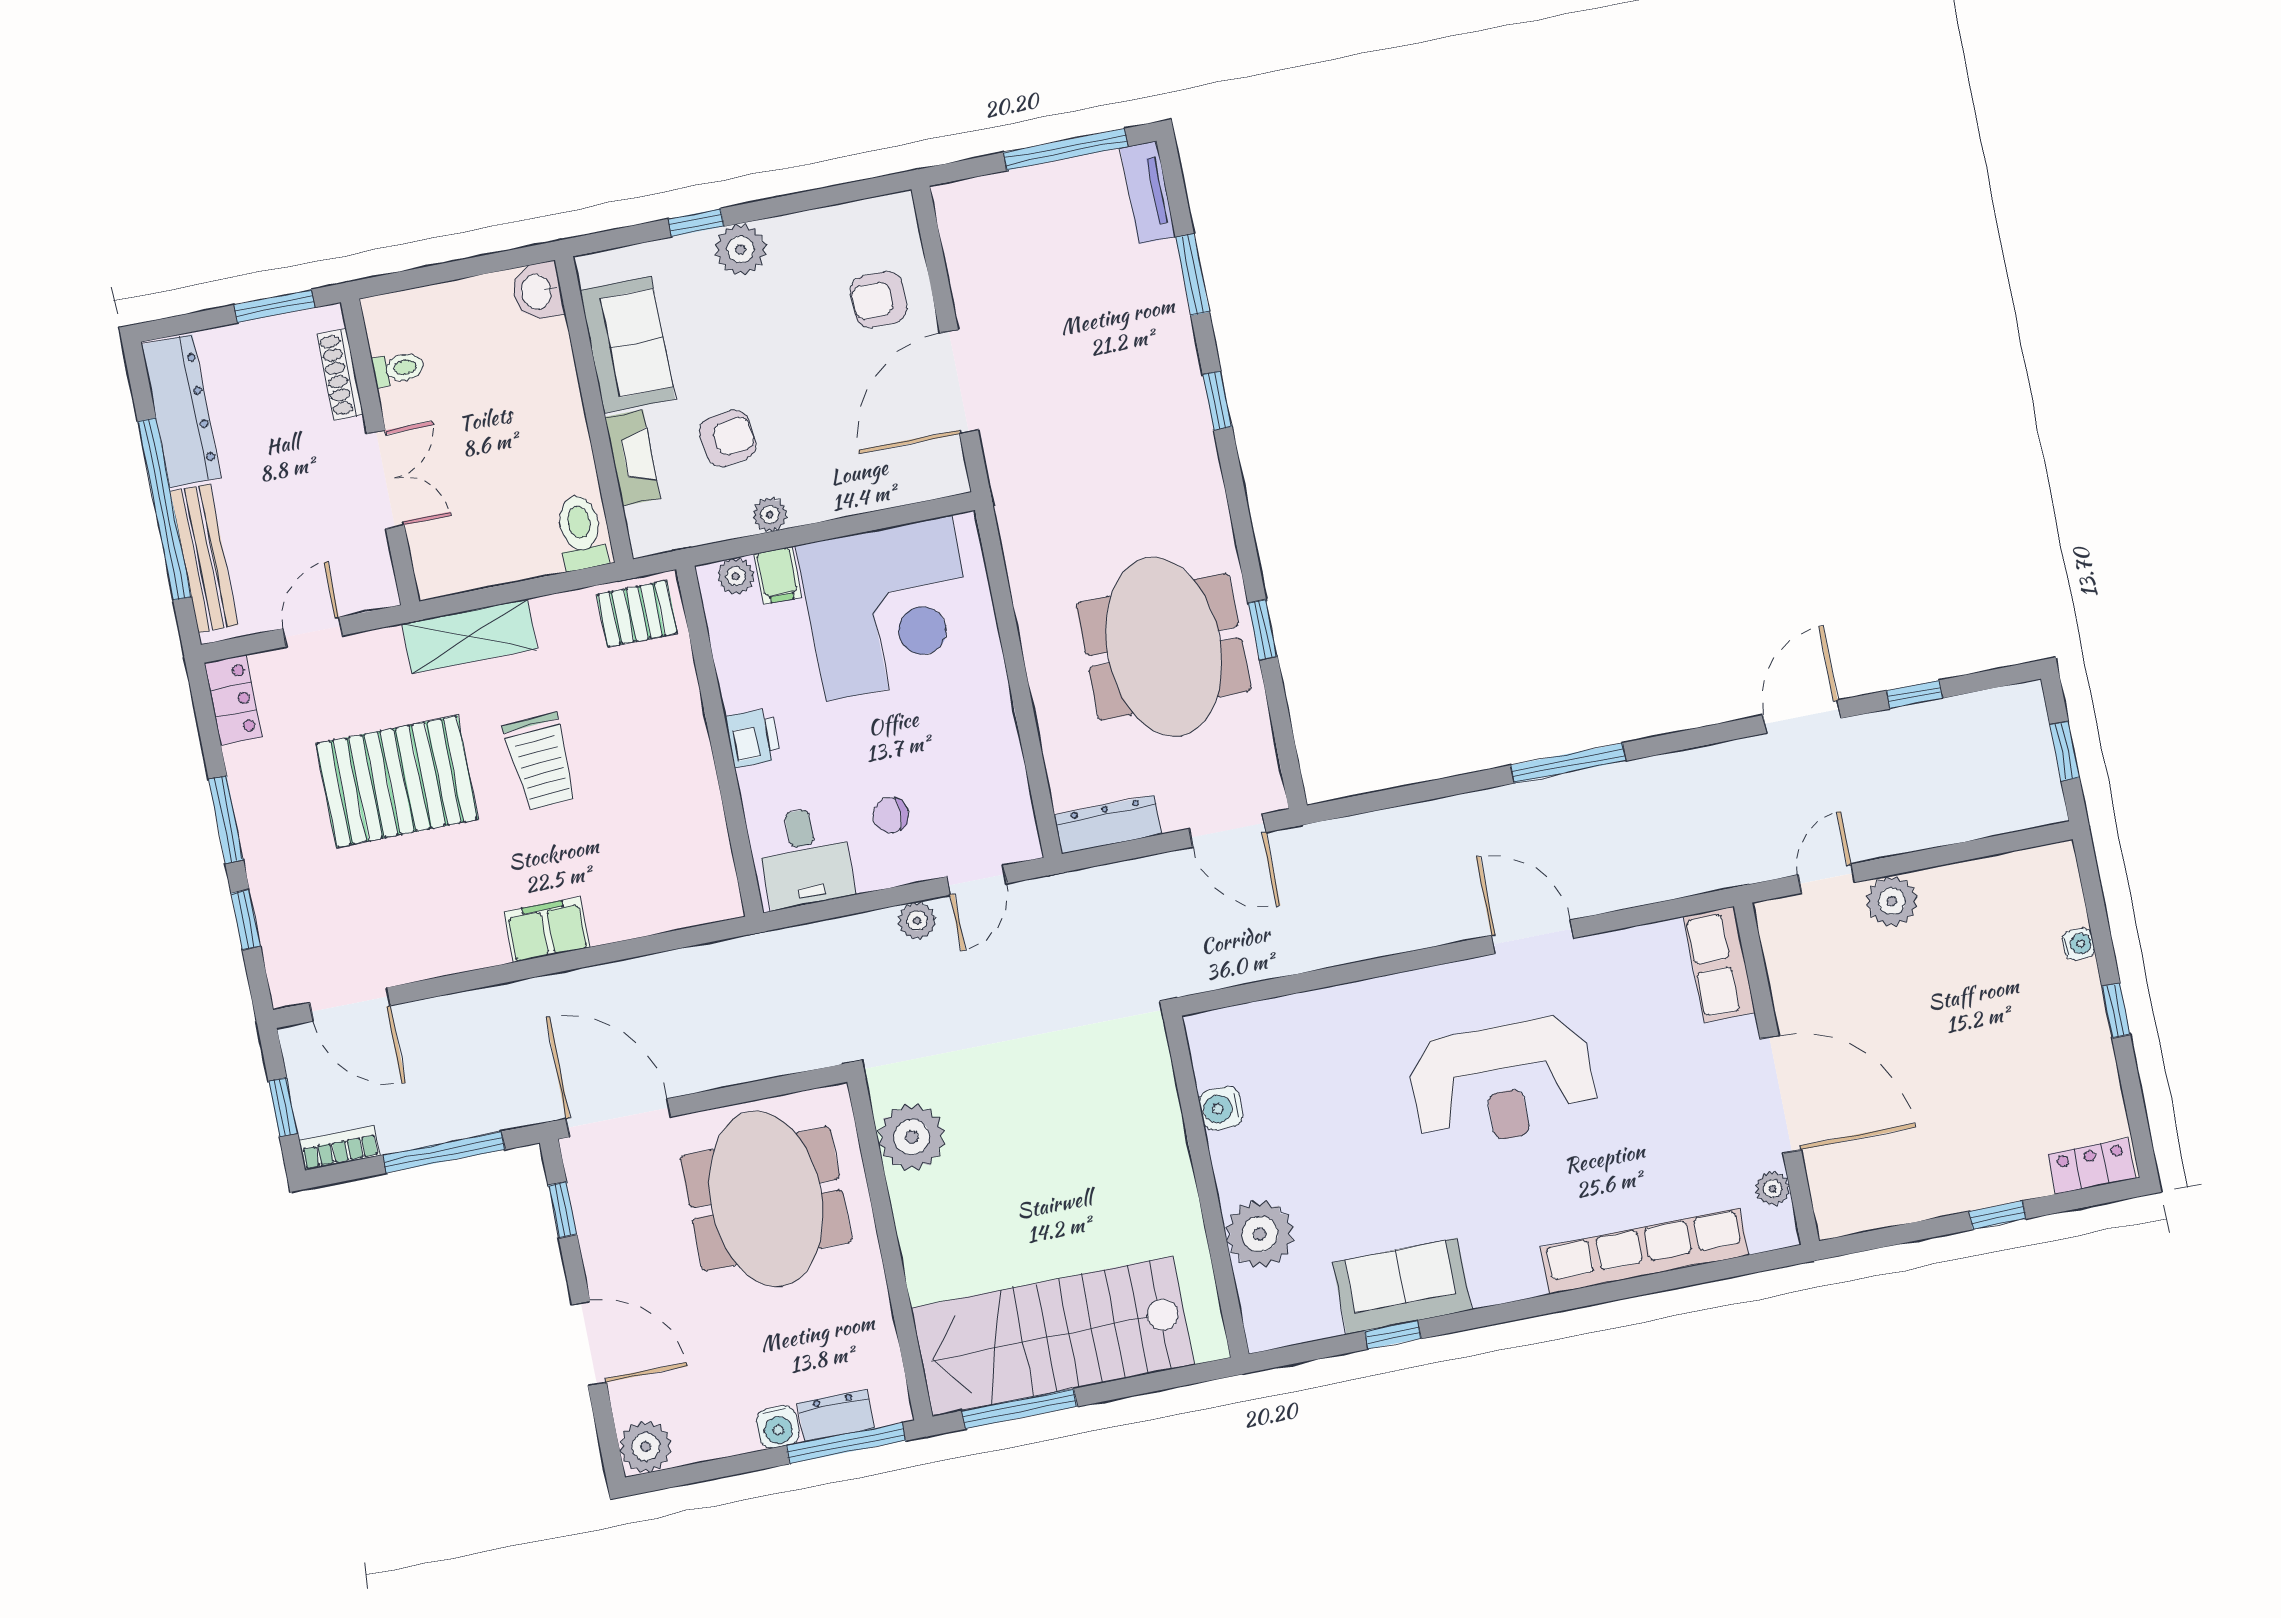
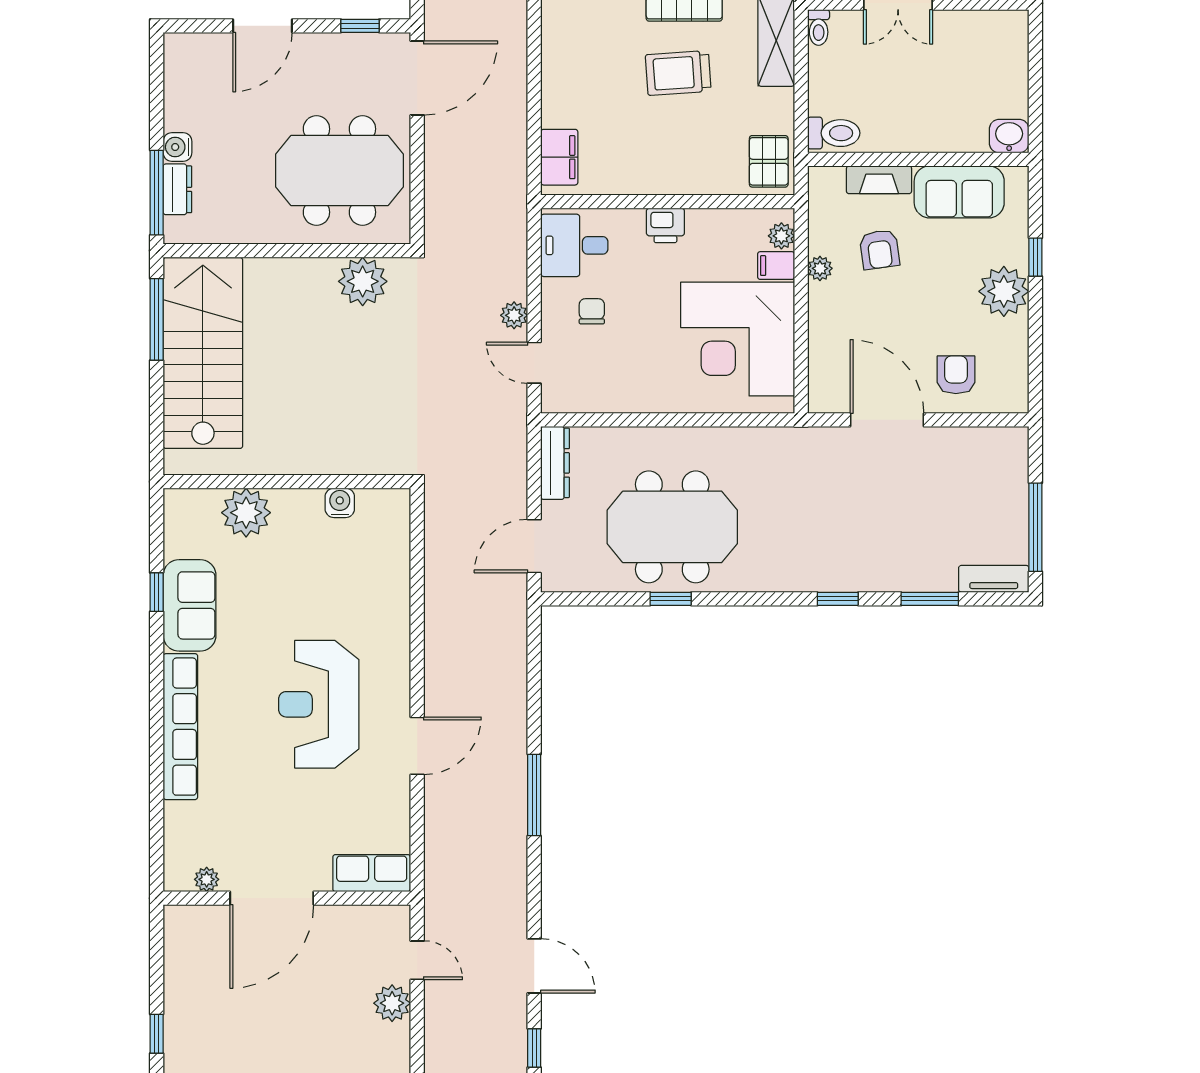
plant: (740, 249) -> (1004, 291), width x1.36, depth x1.36
toilet: (398, 369) -> (819, 28), moved
filing cabinet: (547, 930) -> (559, 157), moved
row of seats: (1645, 1251) -> (180, 727), moved
plant: (646, 1447) -> (182, 51), removed

